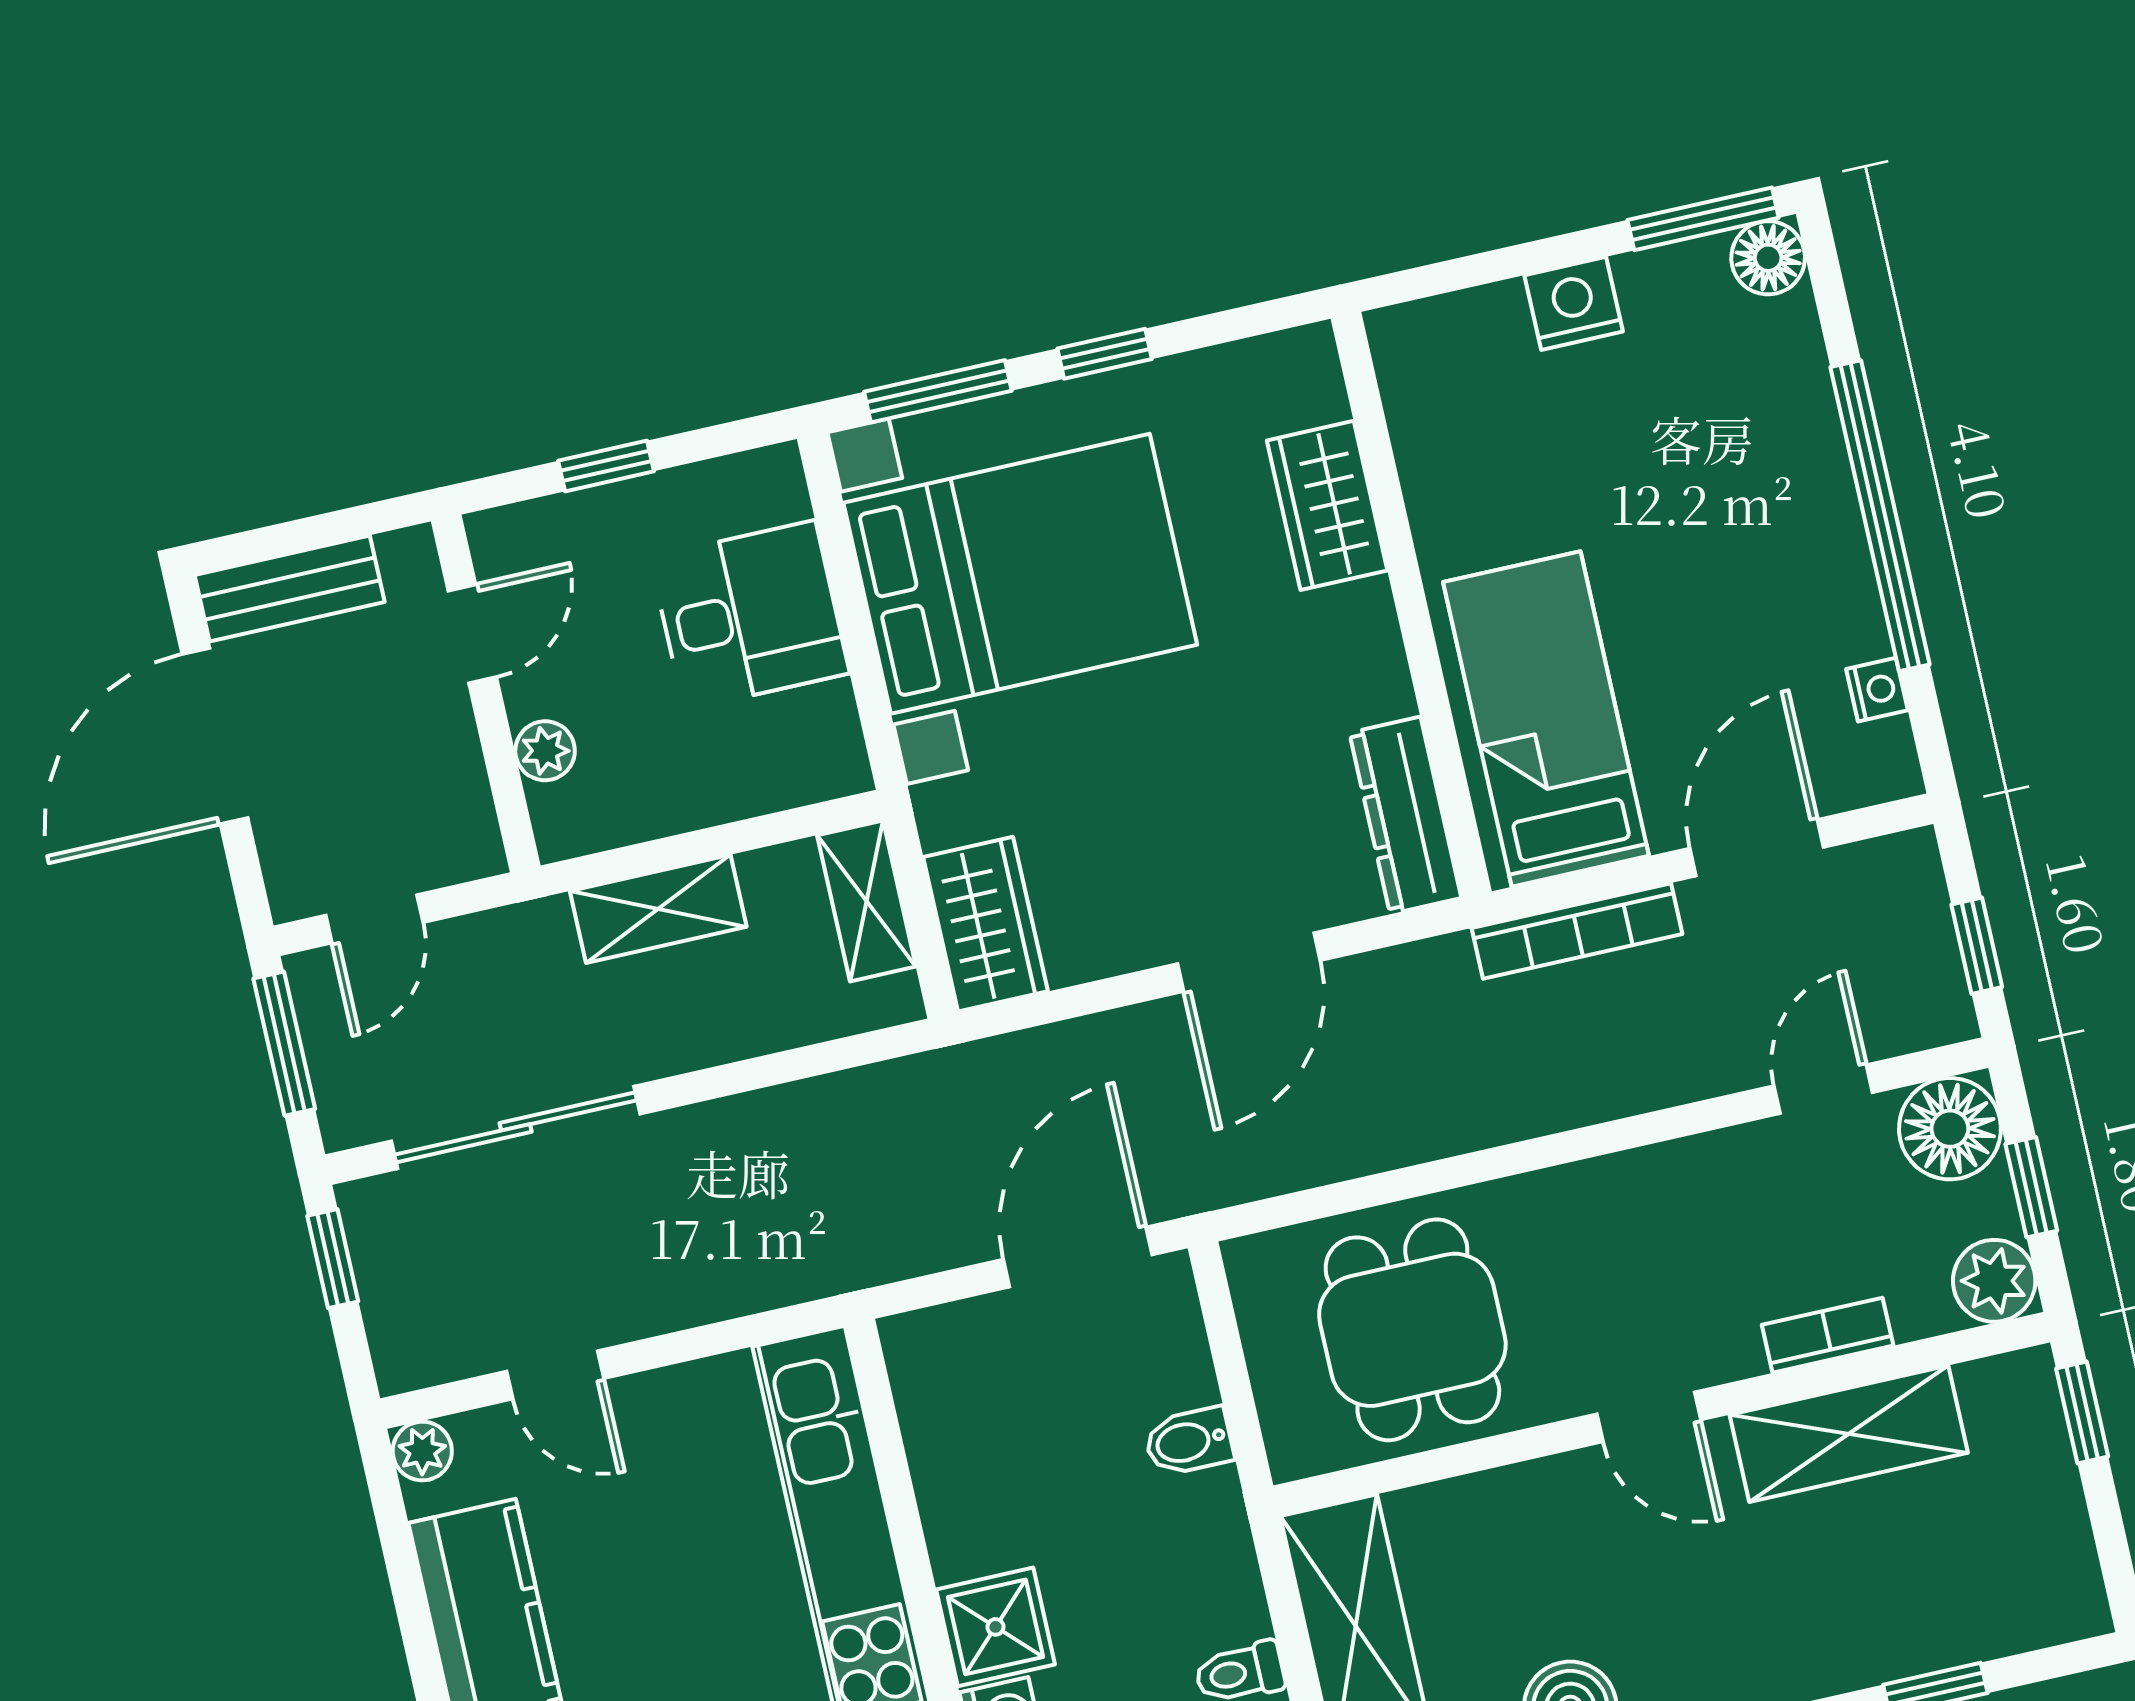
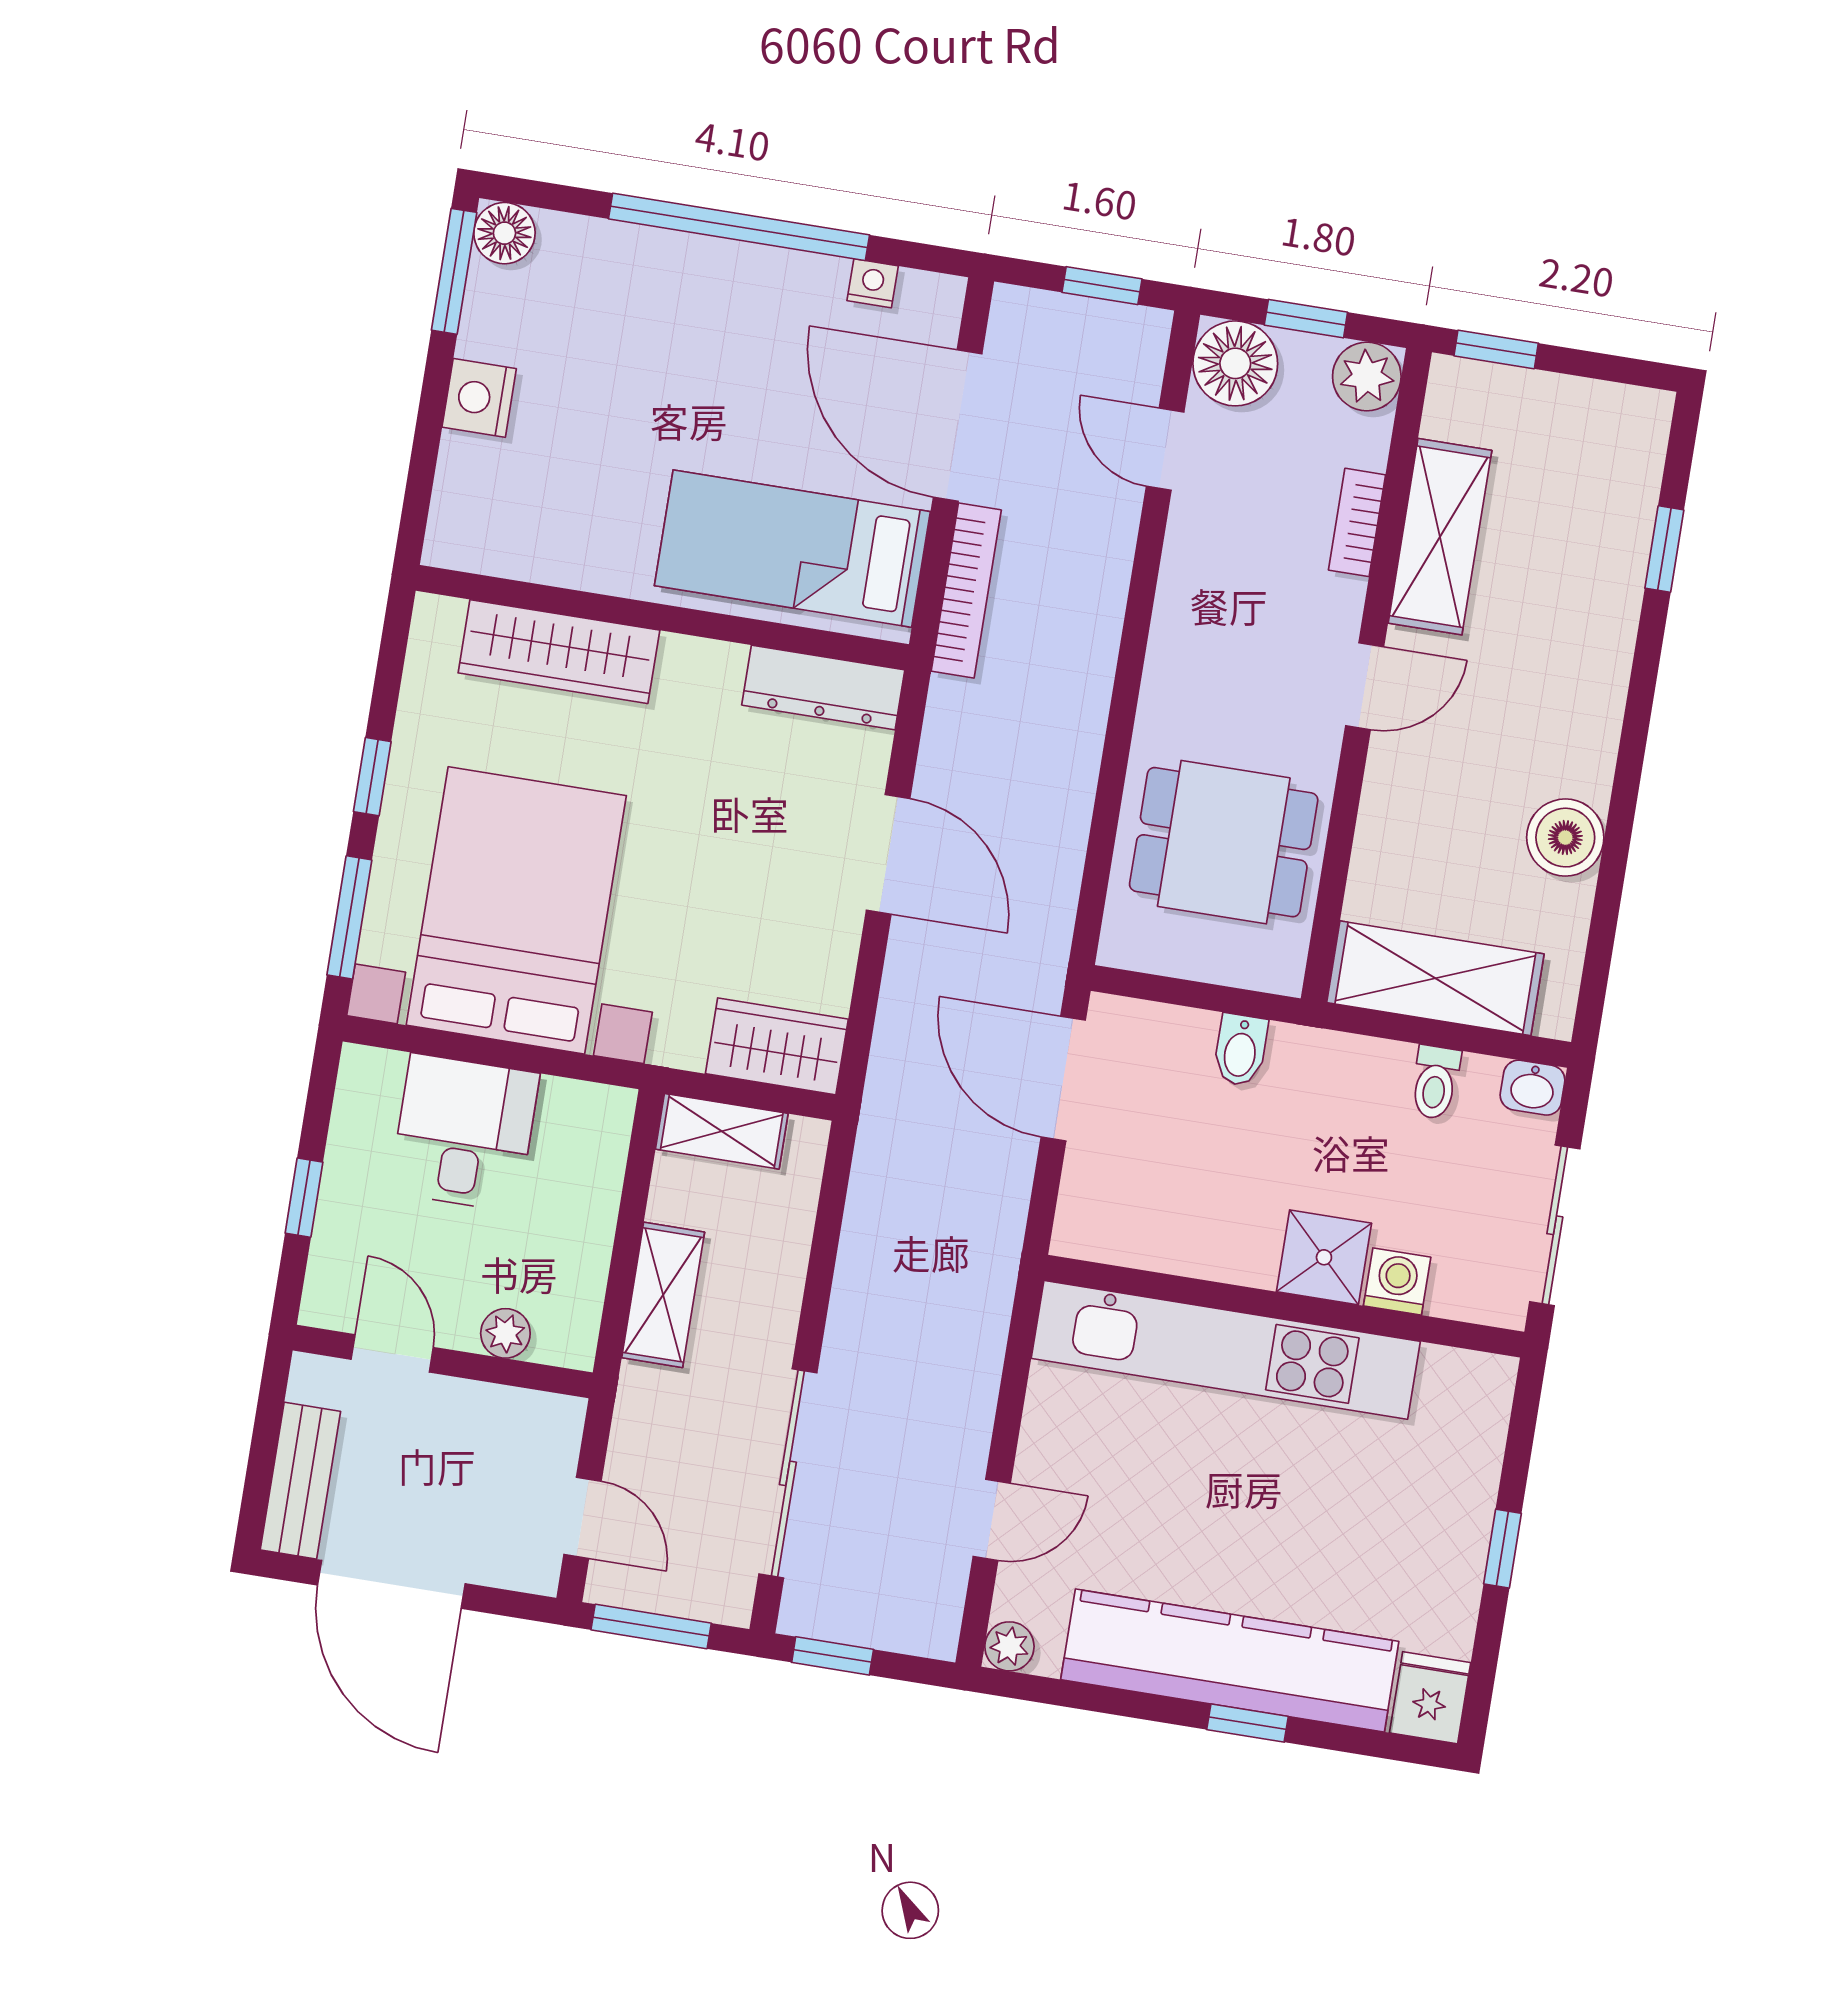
wardrobe: (1327, 505) -> (559, 652), width x1.50
door: (1757, 848) -> (958, 425), width x1.36

